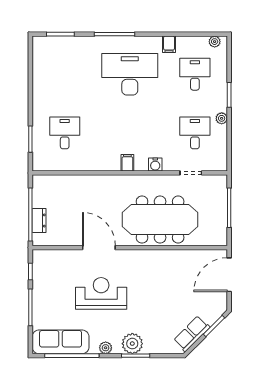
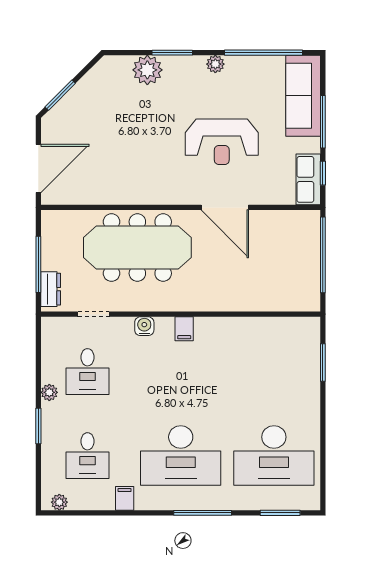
desk: (65, 133) -> (274, 456), moved, width x1.87, depth x1.30
dresser: (39, 220) -> (51, 289), moved, turned 180
row of seats: (192, 334) -> (308, 179), moved, turned 135
sofa: (61, 342) -> (303, 96), moved, turned 90
plant: (132, 344) -> (147, 70), moved

